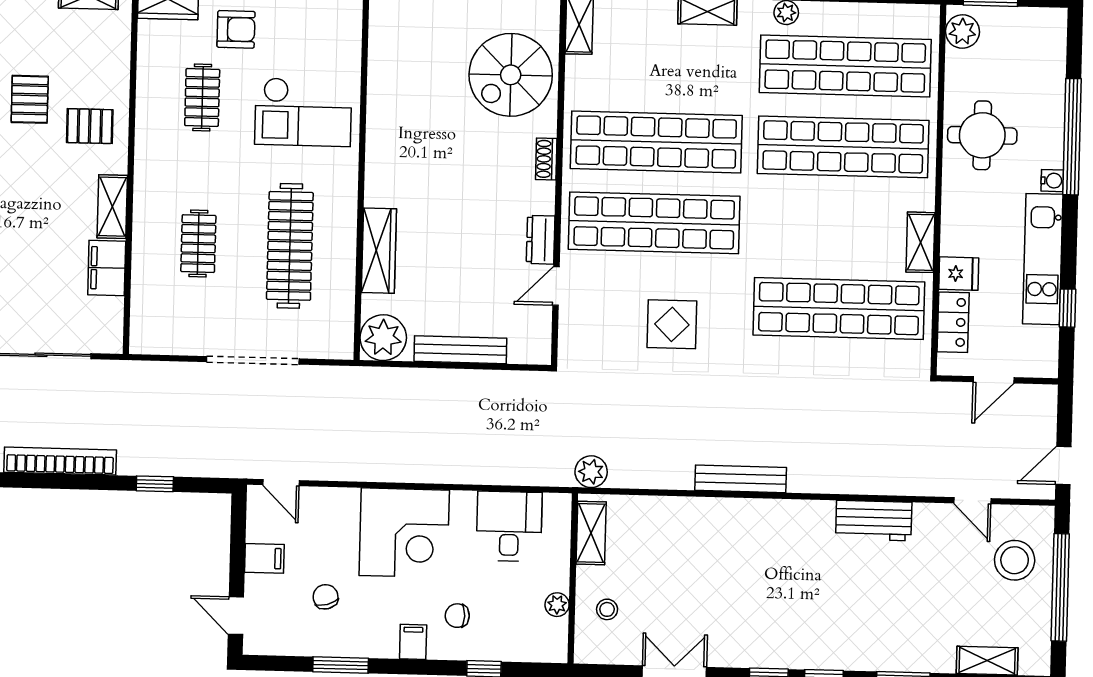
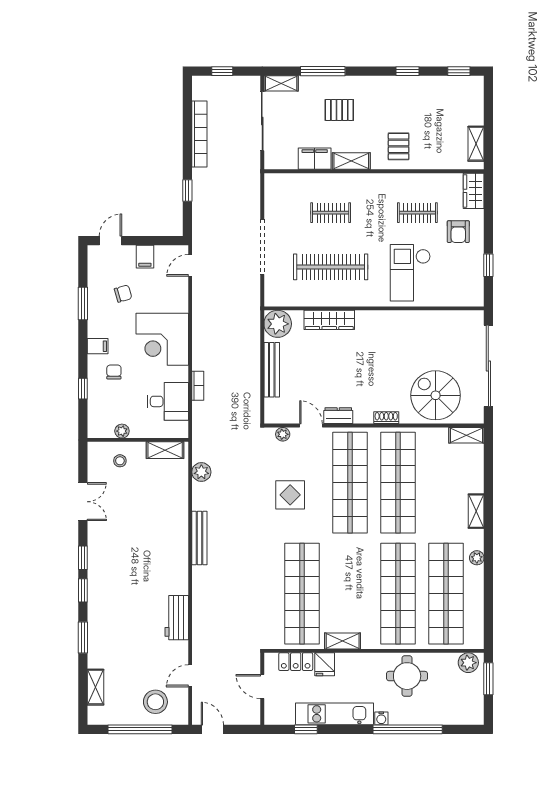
pallet: (30, 99) -> (339, 110), moved
plant: (570, 334) -> (283, 434), added
plant: (591, 472) -> (201, 472), moved
bookcase: (484, 475) -> (198, 386), added

